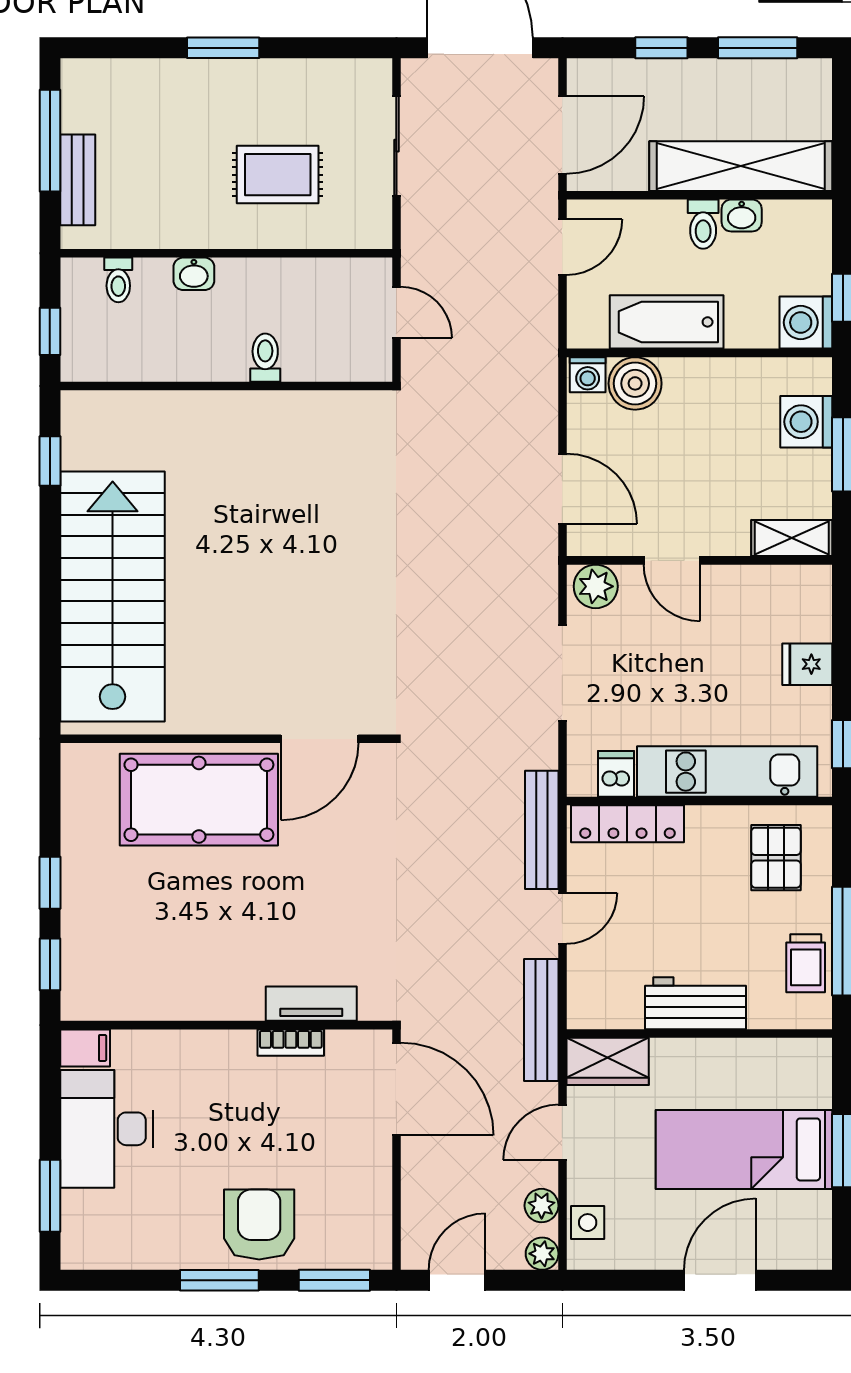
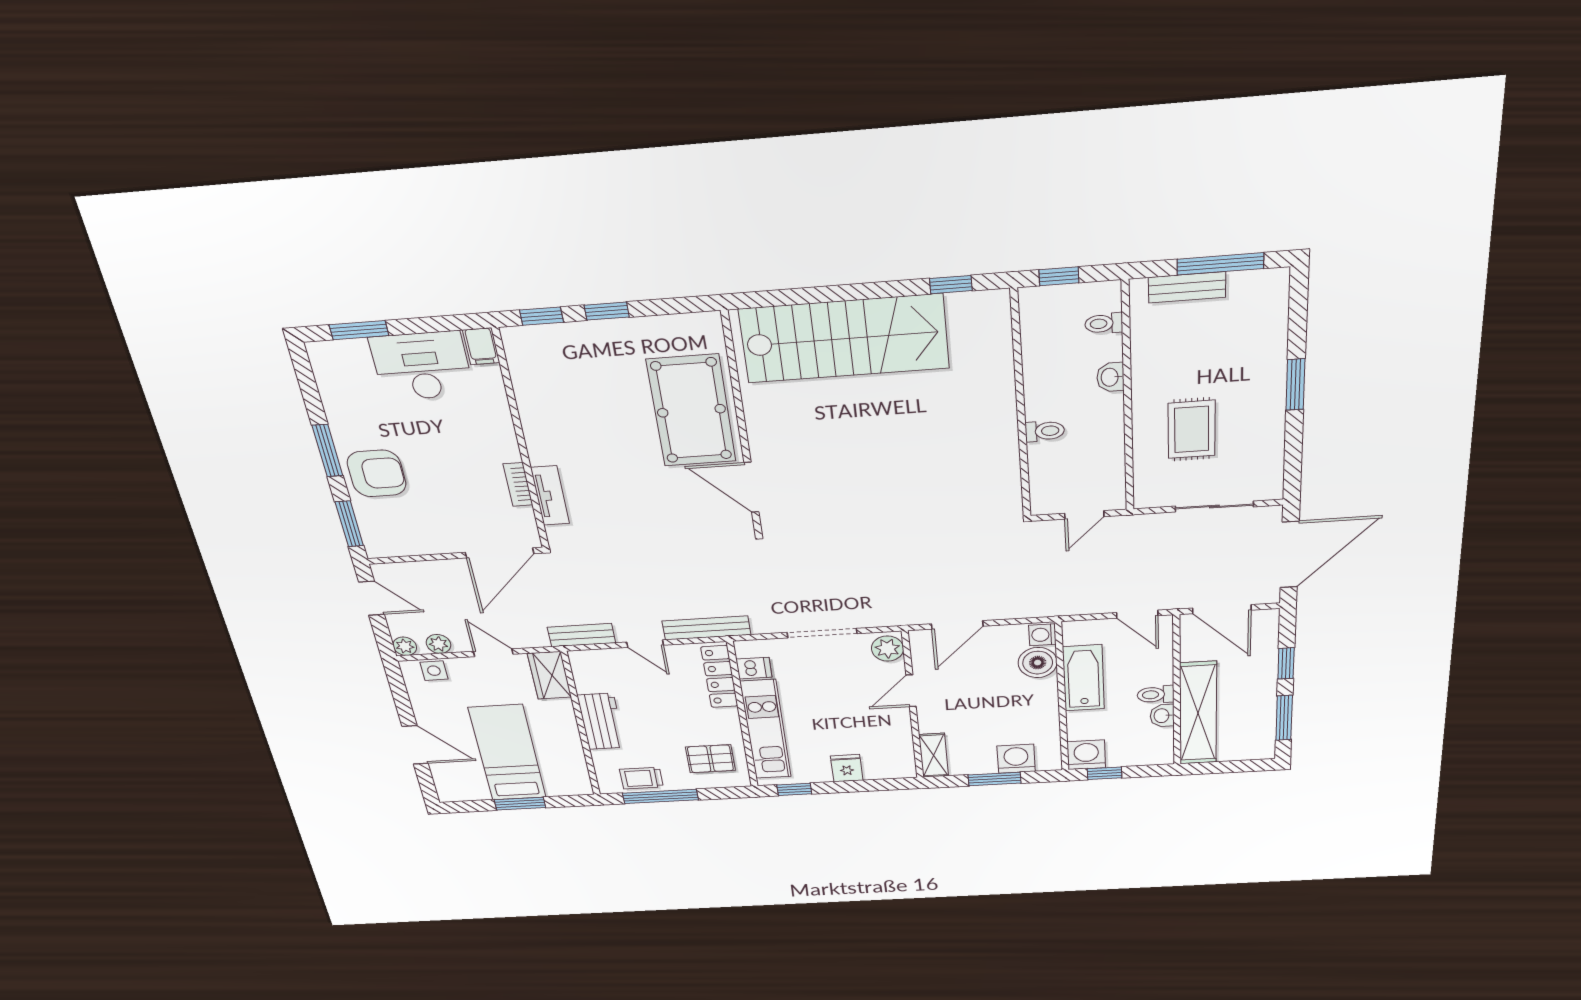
bench: (541, 1020) -> (581, 635), width x0.73

